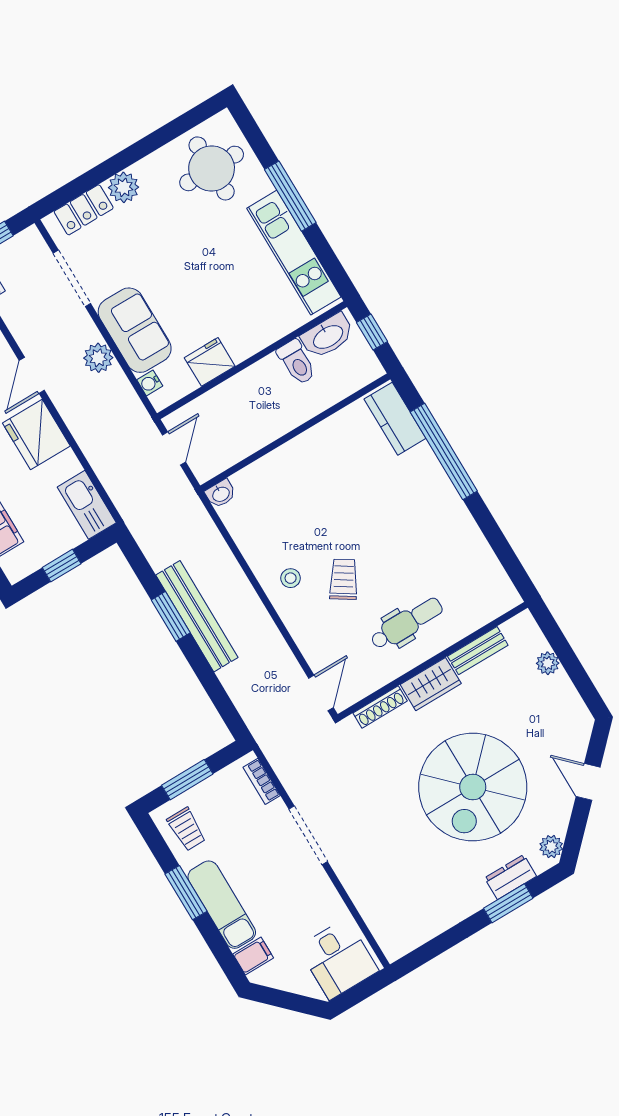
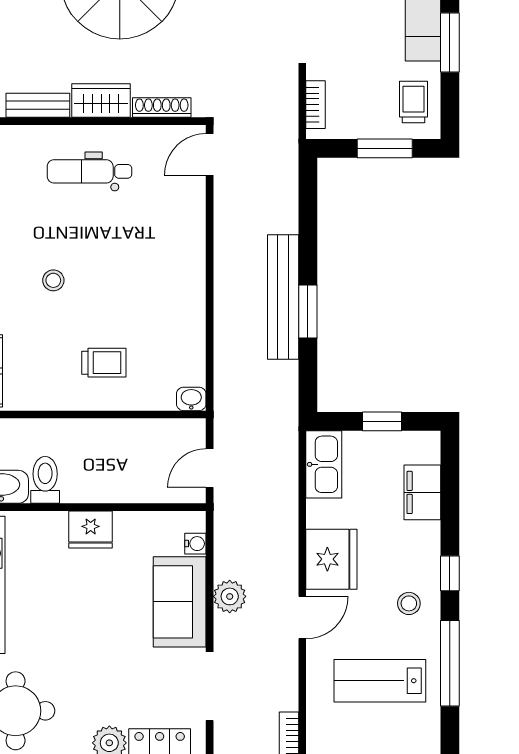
fridge: (210, 362) -> (91, 529), moved
stool: (291, 578) -> (53, 280), moved
trolley: (344, 579) -> (104, 363), moved, turned -123

